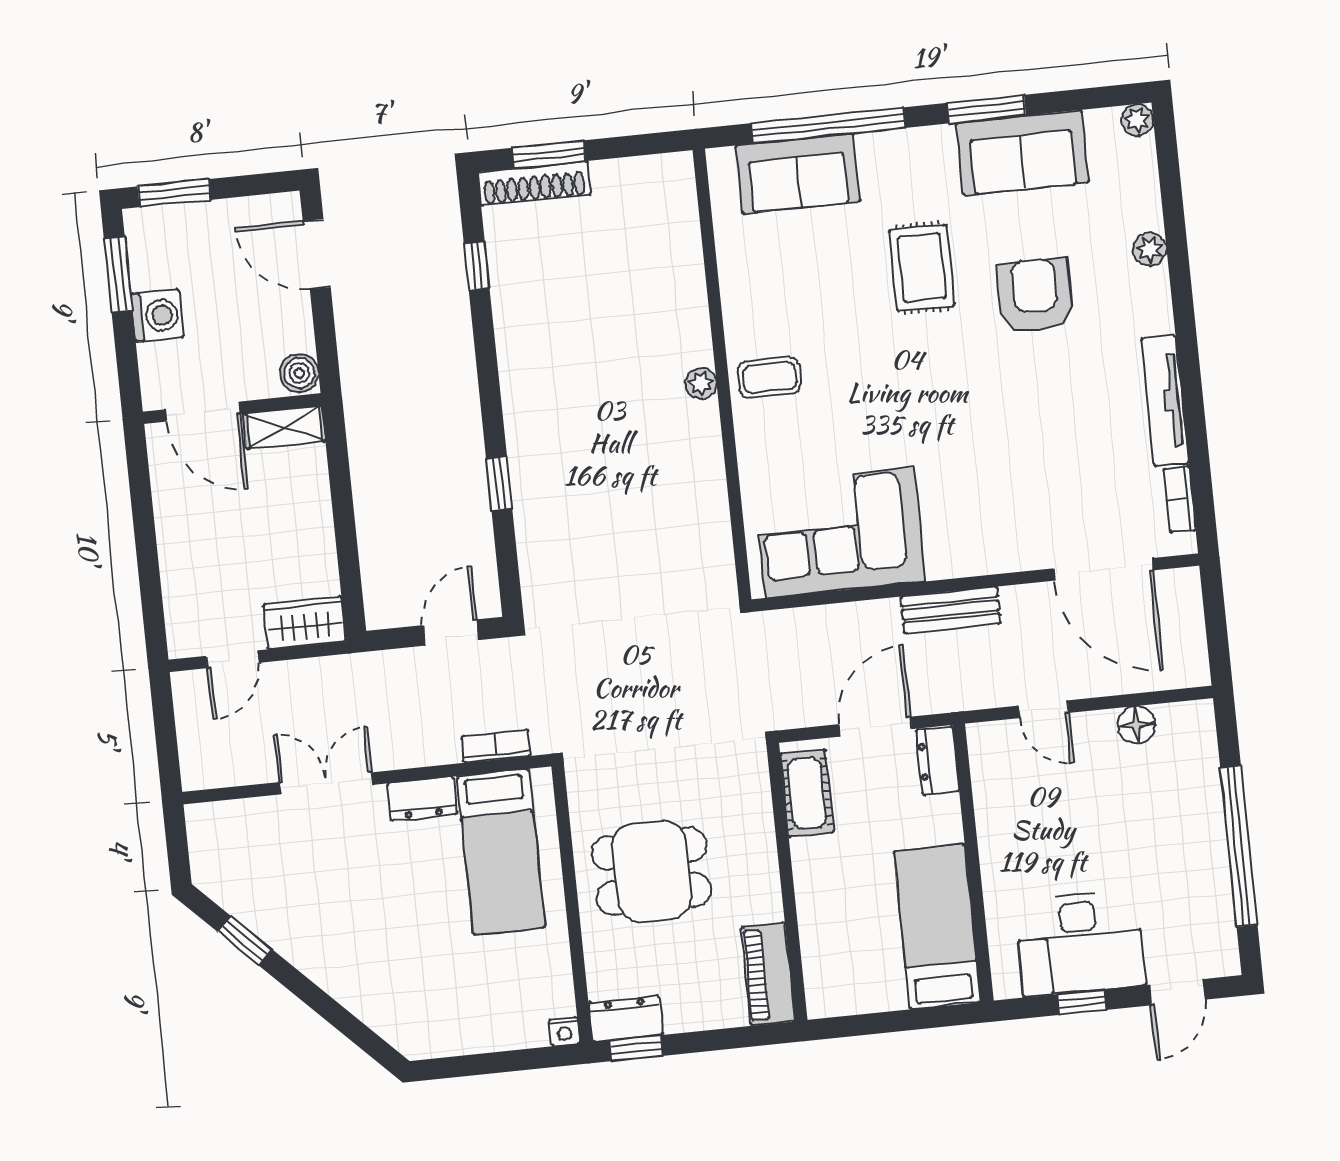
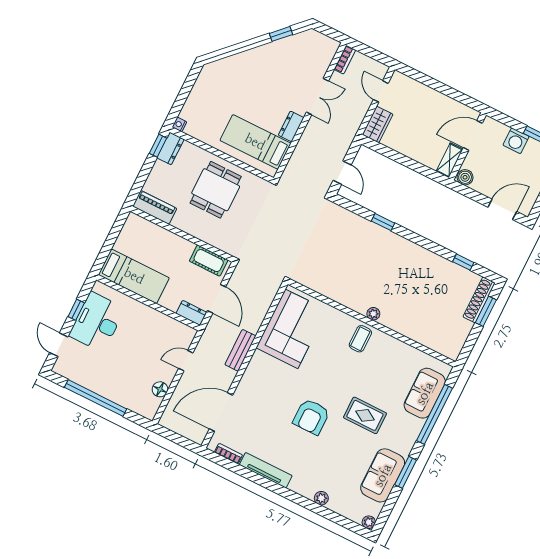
armchair: (1035, 296) -> (311, 417), moved, turned 90
bookcase: (496, 746) -> (345, 60), moved

